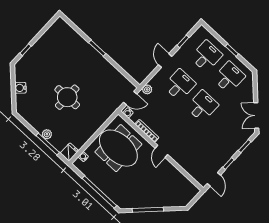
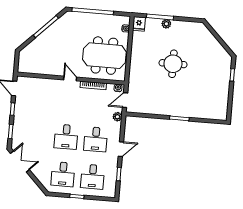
door: (165, 61) -> (121, 149), hinge flipped
water cooler: (20, 88) -> (214, 43), removed

